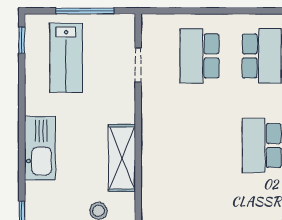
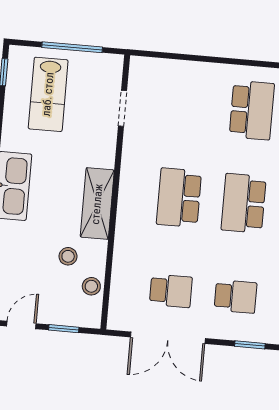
school desk: (199, 56) -> (179, 198), moved

